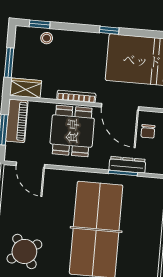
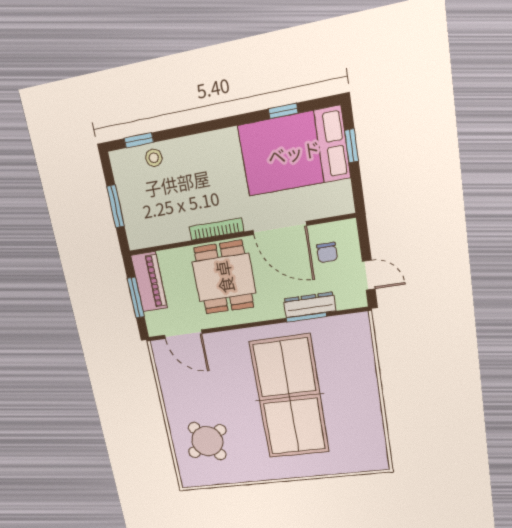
window: (109, 30) -> (283, 111), moved
wardrobe: (26, 88) -> (147, 235), removed

